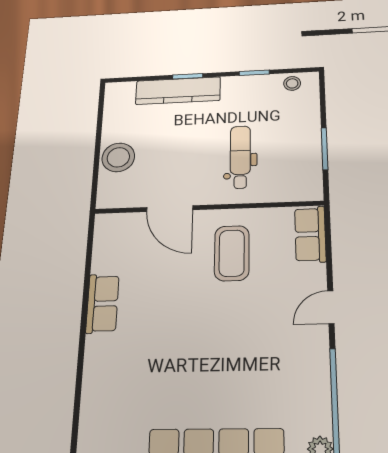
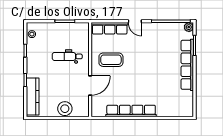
kitchen counter: (178, 91) -> (33, 97), moved
row of seats: (310, 234) -> (110, 28), width x1.48
row of seats: (102, 304) -> (131, 111), width x2.02

